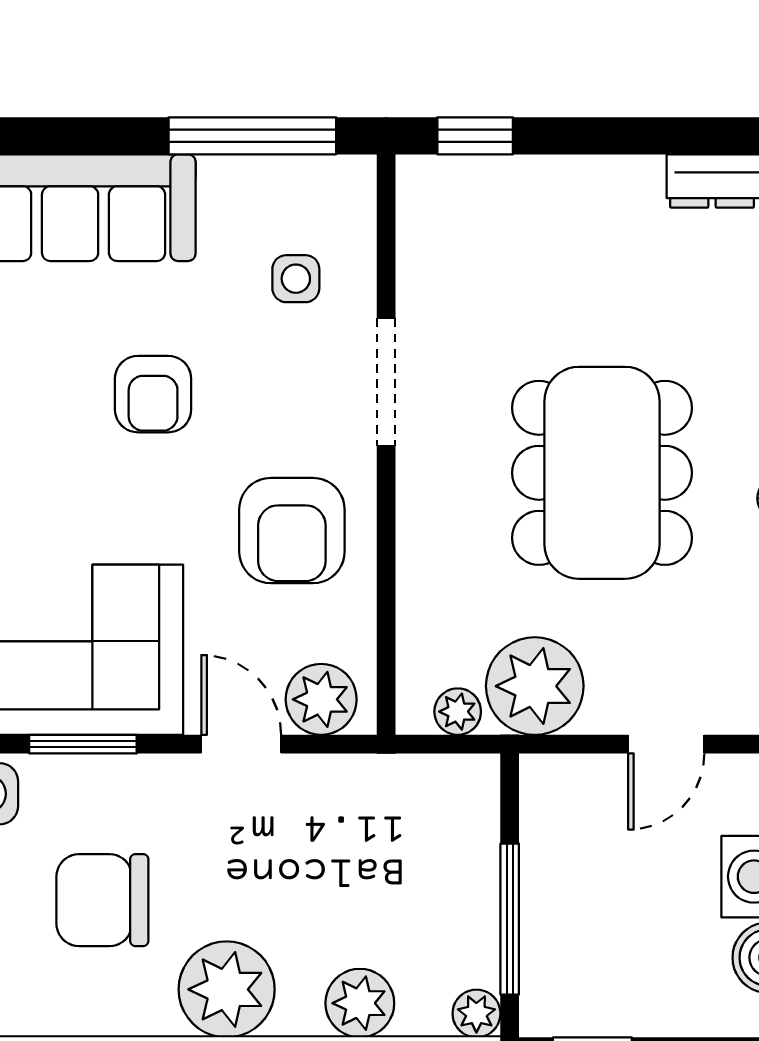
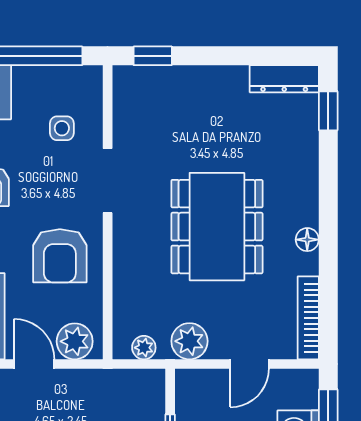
plant: (535, 686) -> (189, 341), width x0.73, depth x0.73

